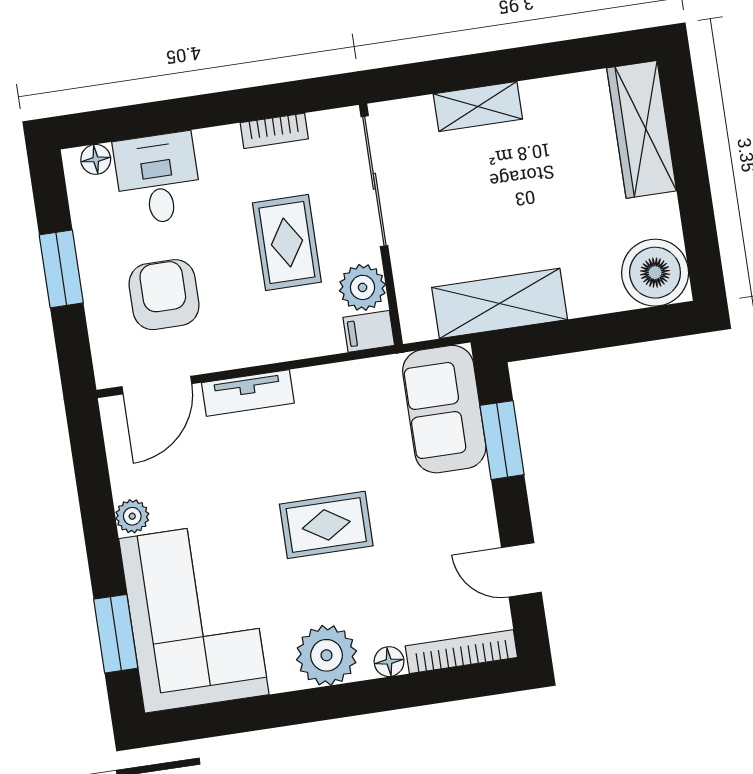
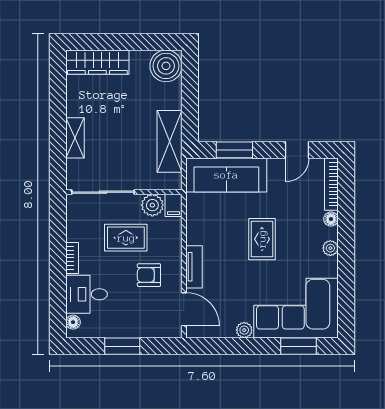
bookcase: (274, 131) -> (72, 258), moved
armchair: (164, 295) -> (149, 275), moved, width x0.72, depth x0.72
sofa: (444, 409) -> (226, 175), width x1.36
plant: (327, 655) -> (330, 248), width x0.53, depth x0.53

